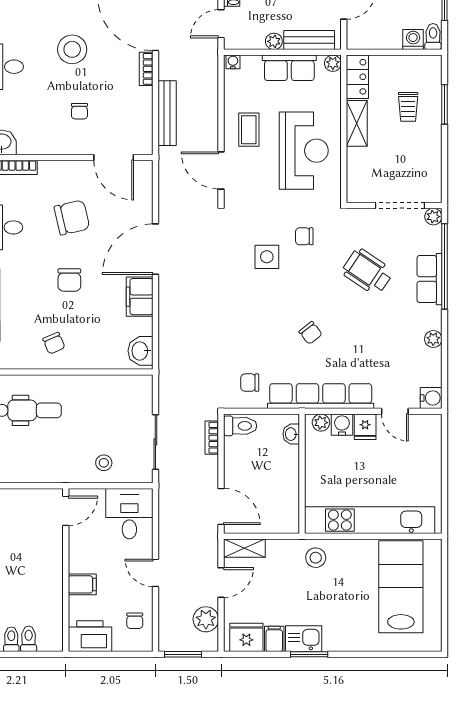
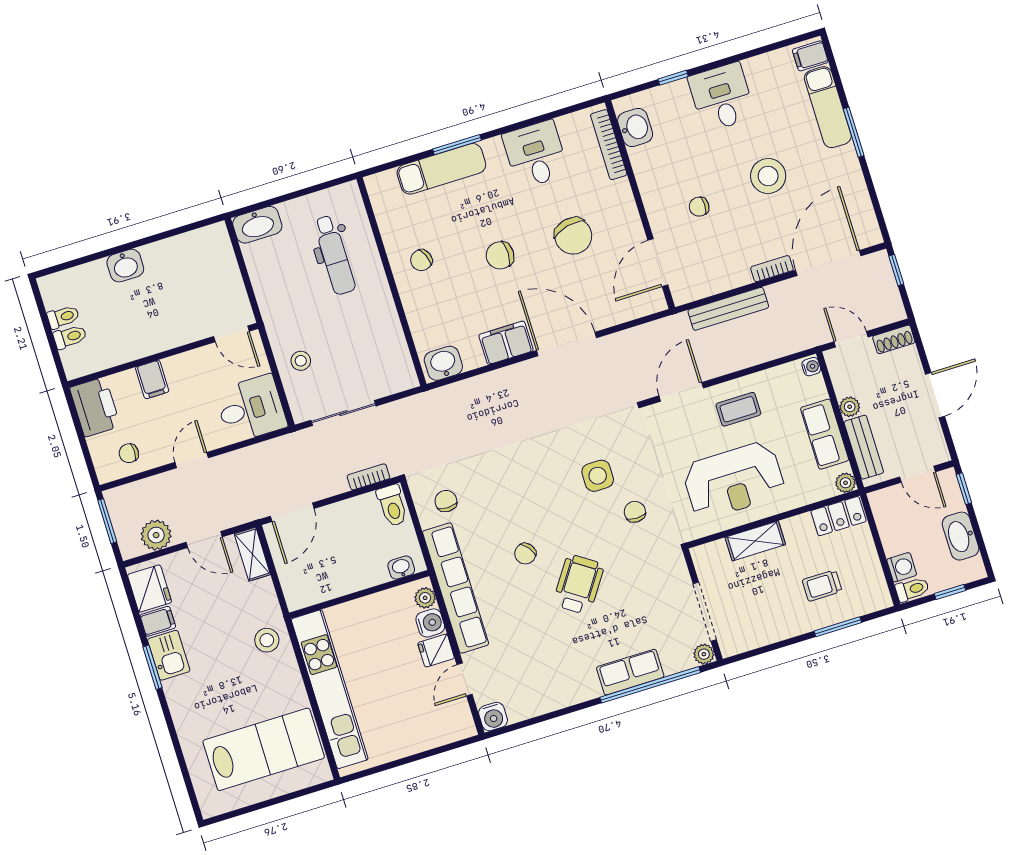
shelving: (357, 123) -> (755, 541), moved
wheelchair: (367, 272) -> (578, 584), moved
plant: (433, 339) -> (562, 698), removed

